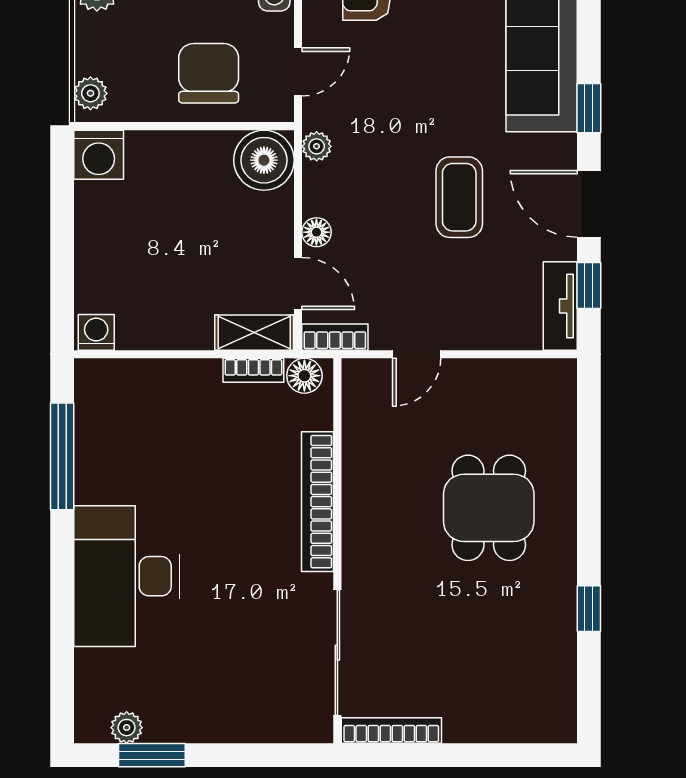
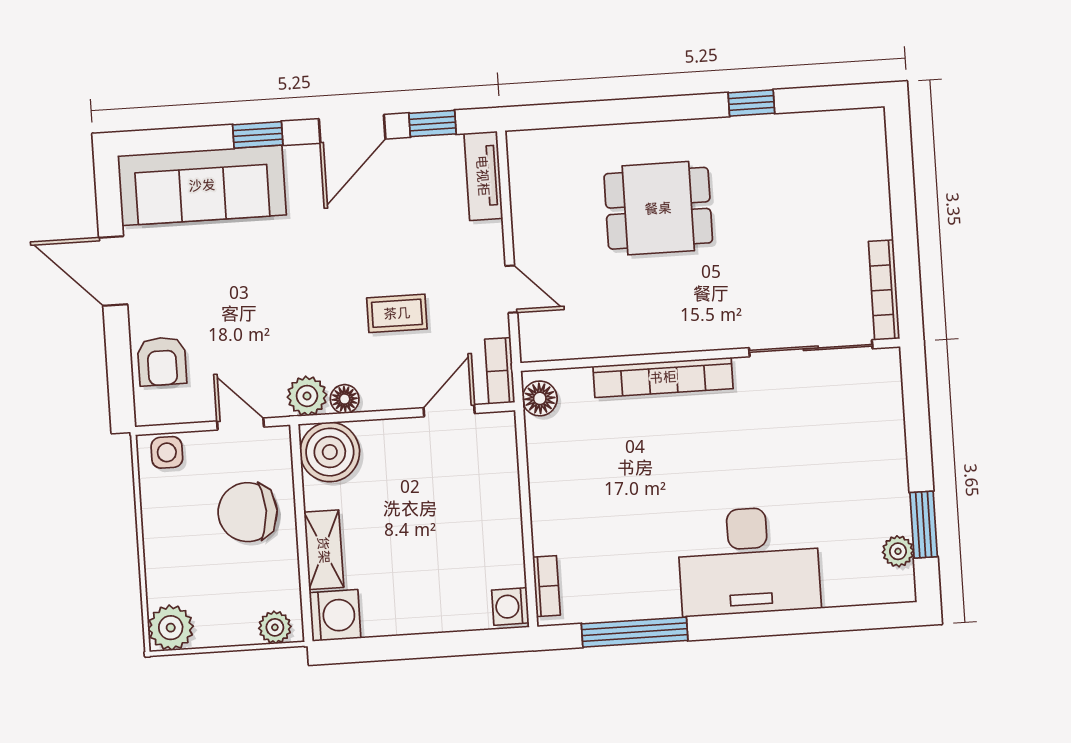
plant: (317, 146) -> (307, 396), width x1.38, depth x1.38
coffee table: (459, 197) -> (397, 313), moved, width x0.73, depth x0.77
floor lamp: (316, 232) -> (345, 399), moved
tv unit: (560, 306) -> (483, 176), moved, turned 90
shelving: (254, 333) -> (324, 550), moved
bookcase: (253, 370) -> (546, 586), moved

